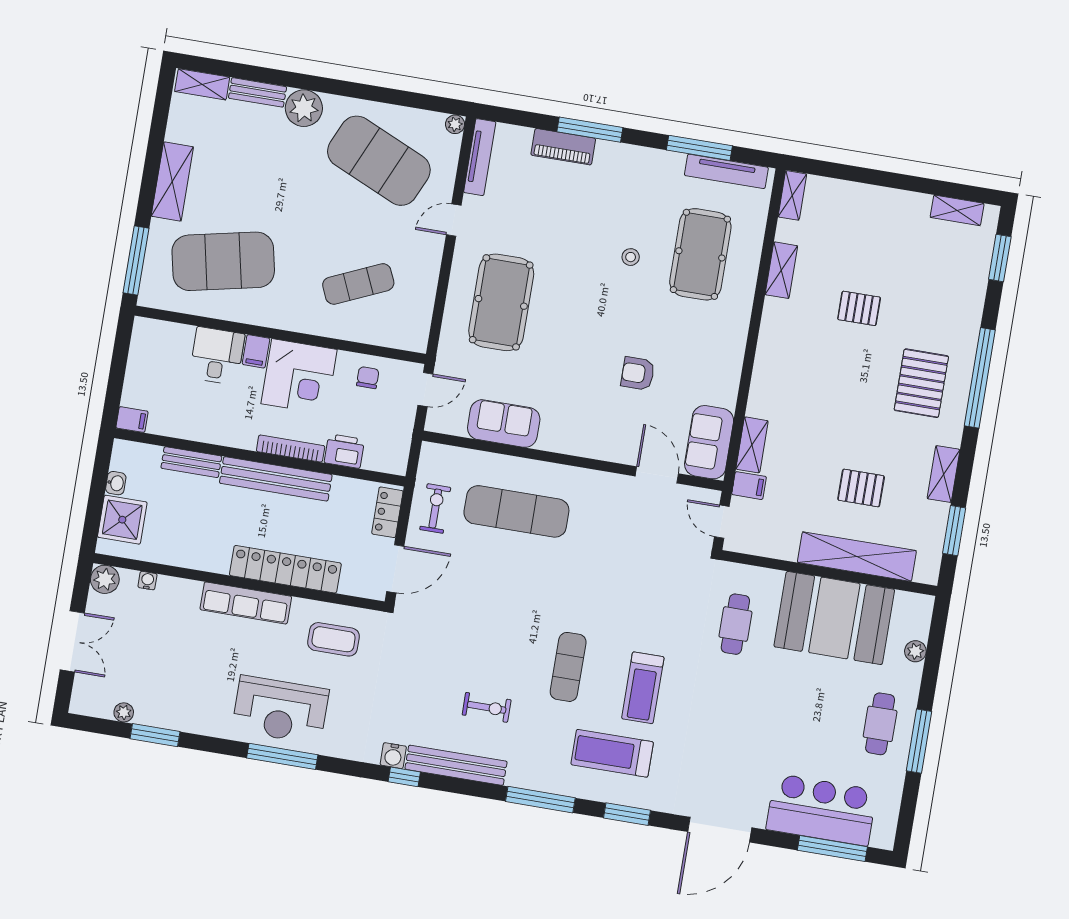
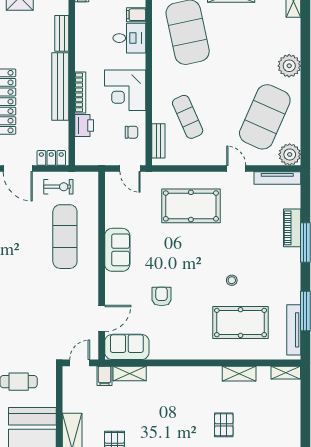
bench: (258, 92) -> (158, 141), moved
plant: (455, 124) -> (290, 154), width x1.87, depth x1.87
filing cabinet: (256, 351) -> (136, 15), moved
sofa: (504, 424) -> (117, 250), moved

